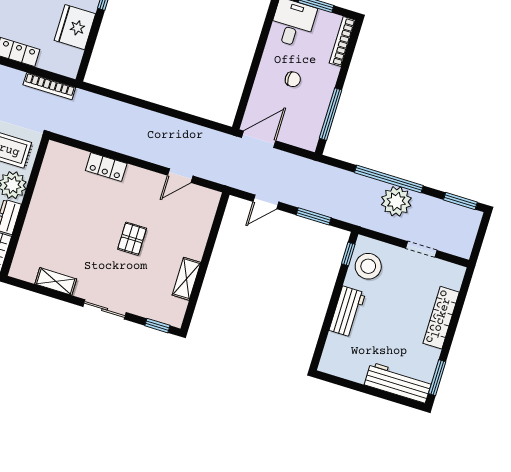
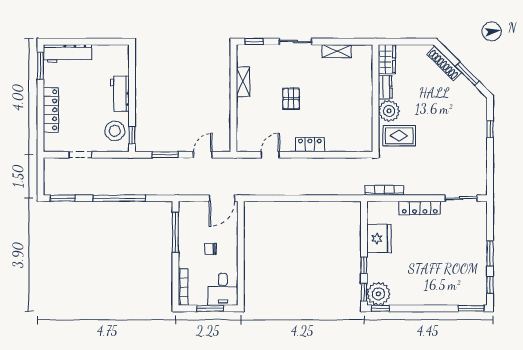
locker: (106, 167) -> (310, 145), moved
plant: (396, 201) -> (109, 184), removed

